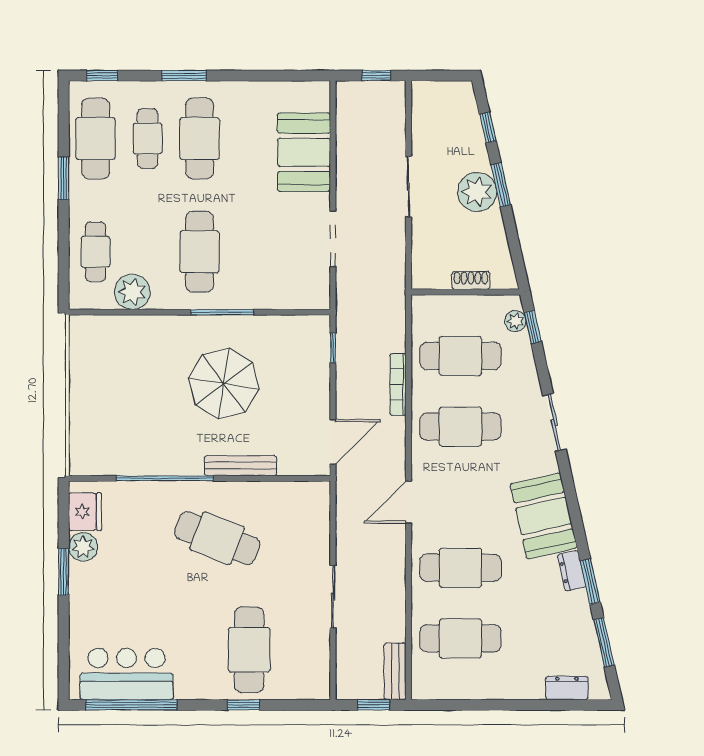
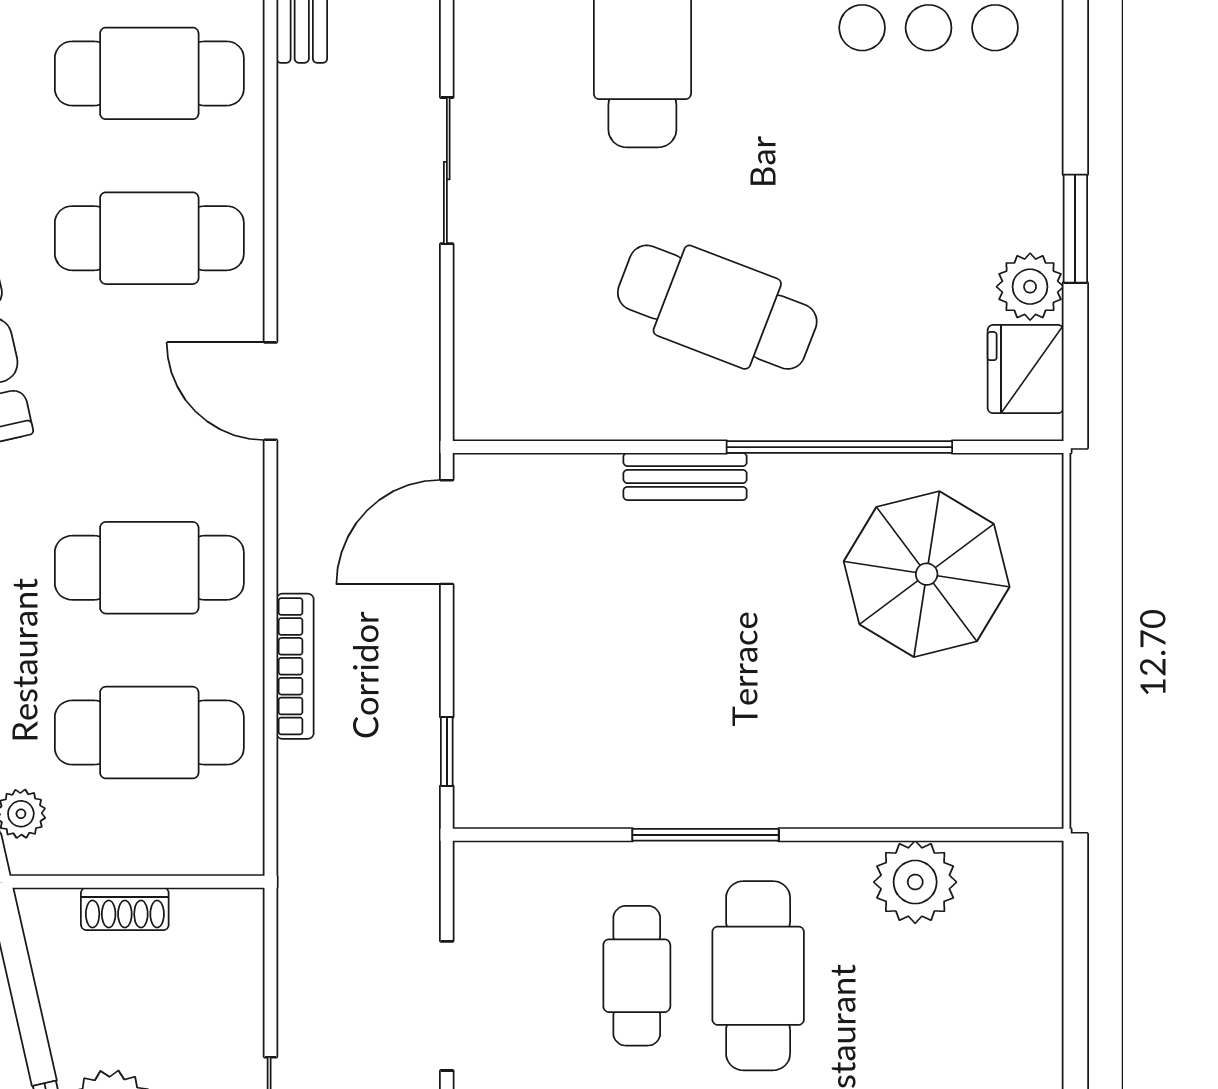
cafe table: (96, 252) -> (637, 976), moved
parasol: (224, 383) -> (927, 574), moved
bench: (240, 466) -> (685, 476), width x0.73
door: (408, 502) -> (271, 391), swing flipped

